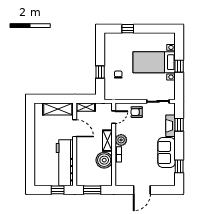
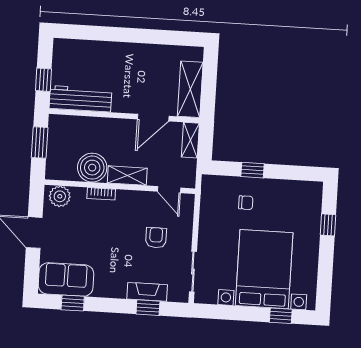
bed with nightstands: (154, 62) -> (264, 269), width x1.36
window: (179, 66) -> (281, 316), moved
armchair: (137, 112) -> (156, 238), moved
plant: (121, 140) -> (60, 196), moved
sofa: (167, 152) -> (66, 279), moved
workbench: (65, 163) -> (80, 99), width x0.73, depth x0.76

